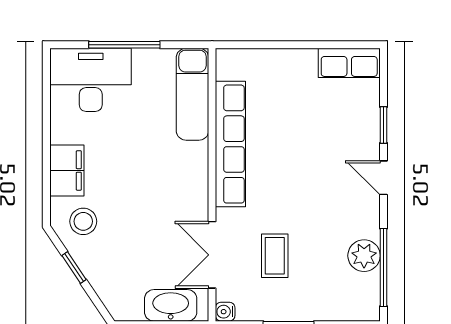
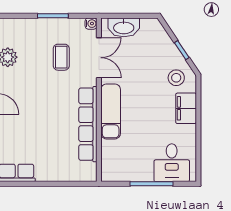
desk: (91, 80) -> (172, 163), width x0.73
exam couch: (192, 94) -> (111, 111), moved

